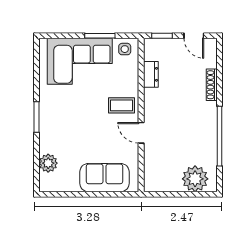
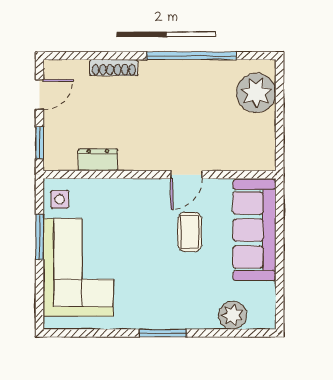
coffee table: (122, 105) -> (190, 232), moved
sofa: (104, 178) -> (254, 230), width x1.36

